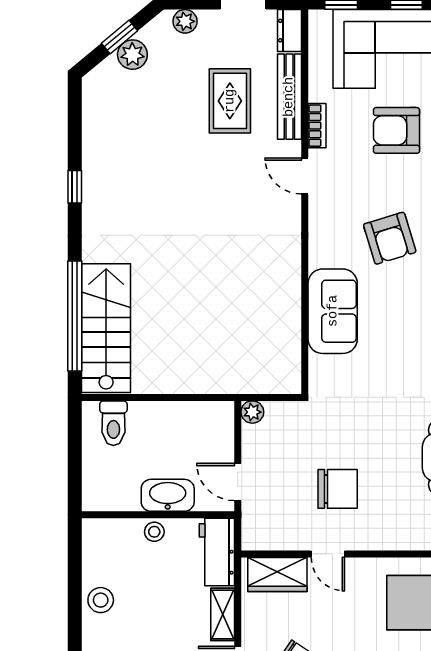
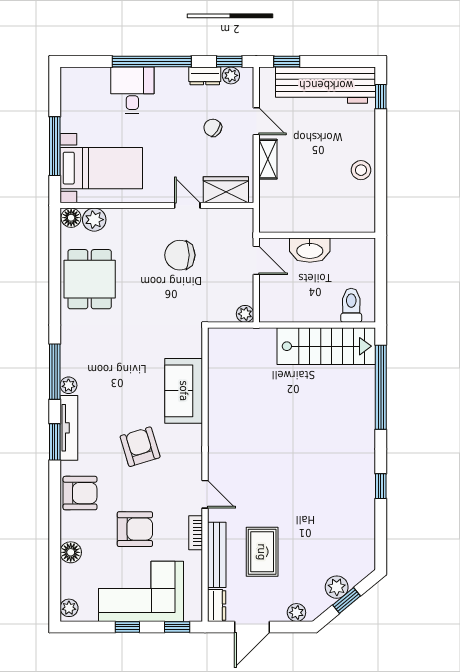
stairs: (106, 328) -> (326, 346), moved, turned -90
stool: (154, 532) -> (320, 222), removed
workbench: (217, 552) -> (272, 207), removed

